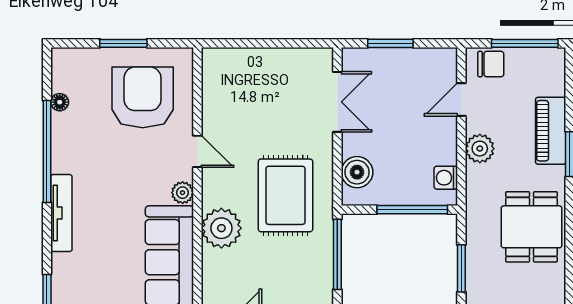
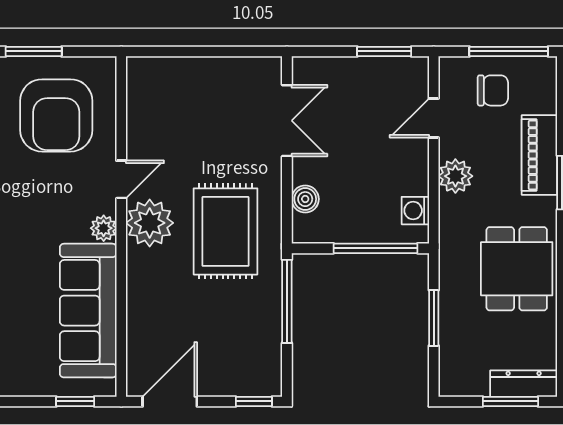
window: (390, 43) -> (384, 51), moved
chair: (491, 64) -> (493, 90), moved
armchair: (143, 97) -> (56, 115), turned 180
door: (197, 151) -> (121, 179), hinge flipped
boiler: (357, 172) -> (305, 199), width x0.73, depth x0.73
plant: (221, 228) -> (150, 223), moved

